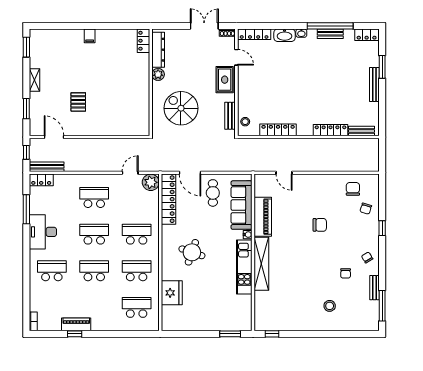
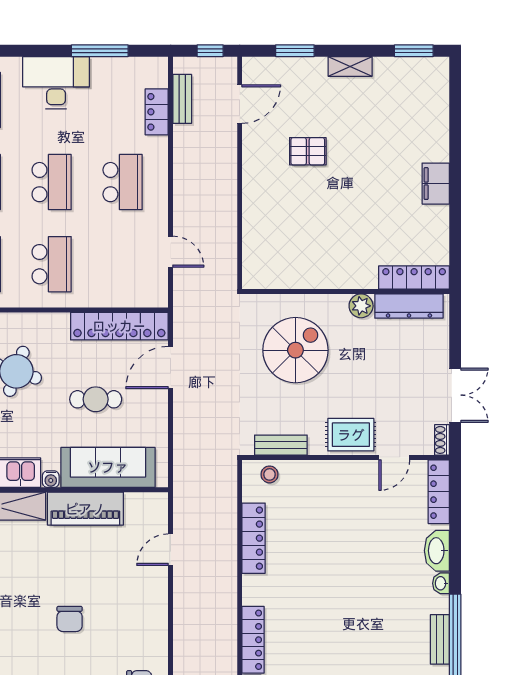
filing cabinet: (90, 36) -> (436, 184), width x2.00
locker: (144, 41) -> (414, 278), width x1.53
bench: (47, 167) -> (182, 99), width x0.73
locker: (41, 180) -> (157, 112), moved
plant: (151, 182) -> (152, 291), removed
cafe table: (213, 193) -> (96, 399), moved

